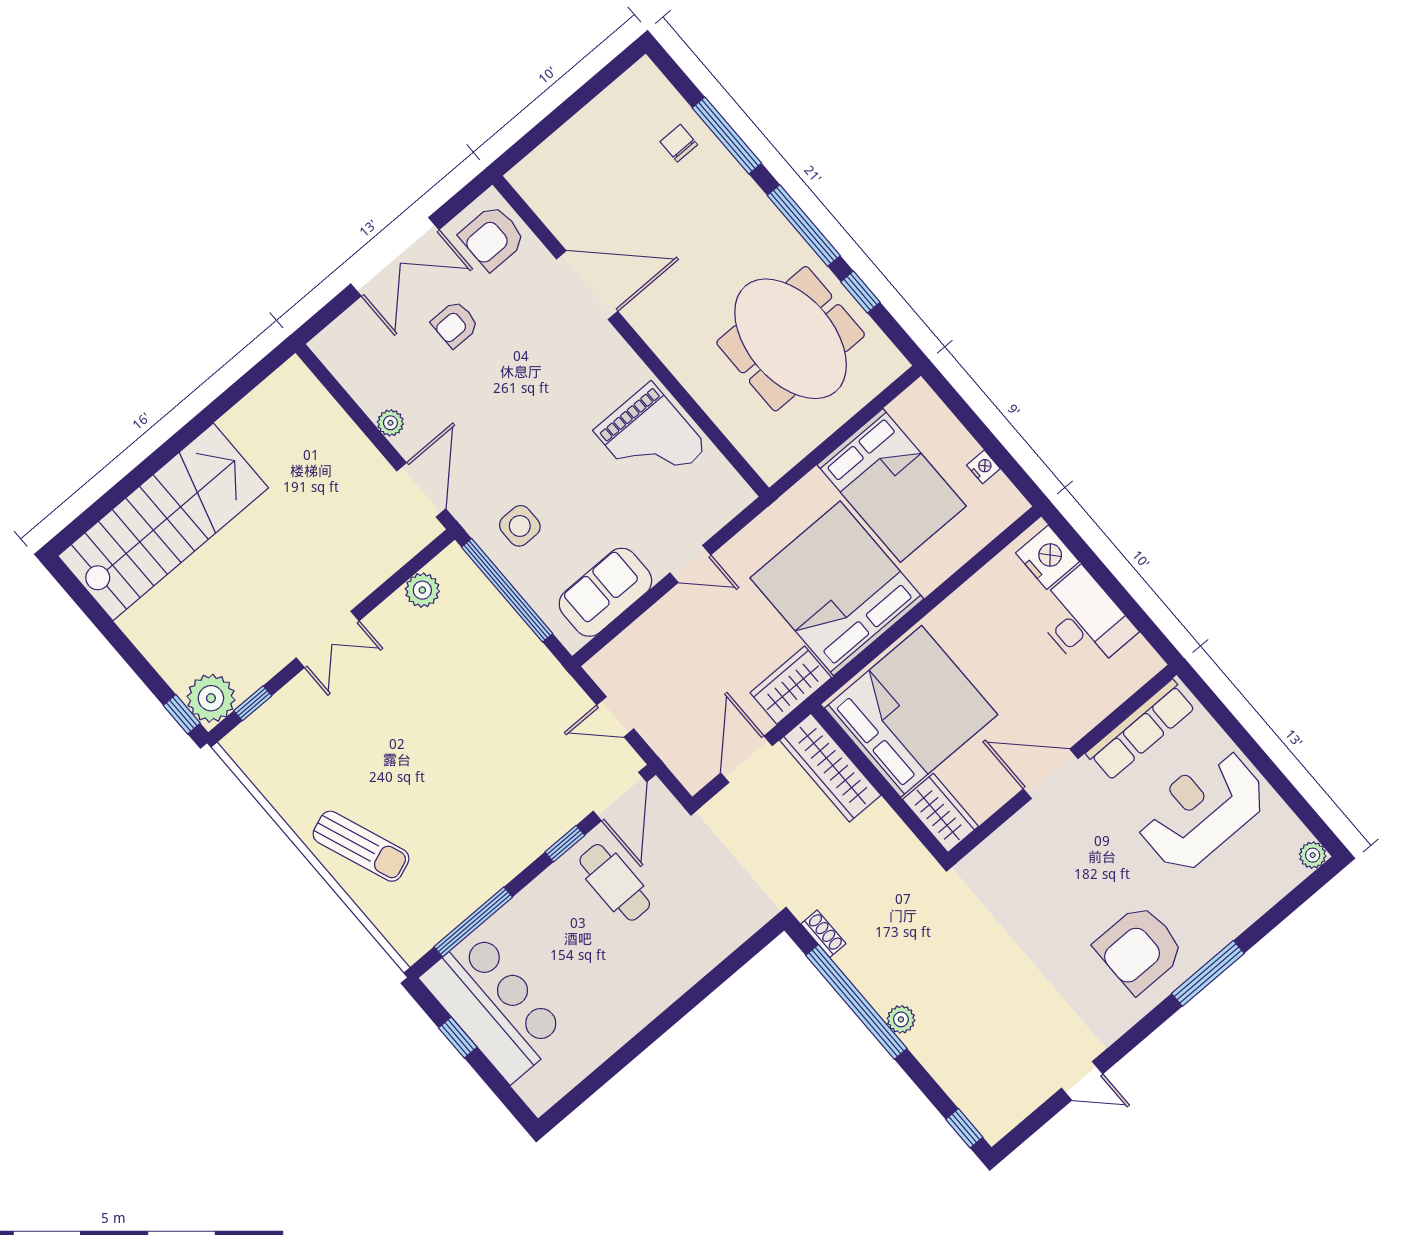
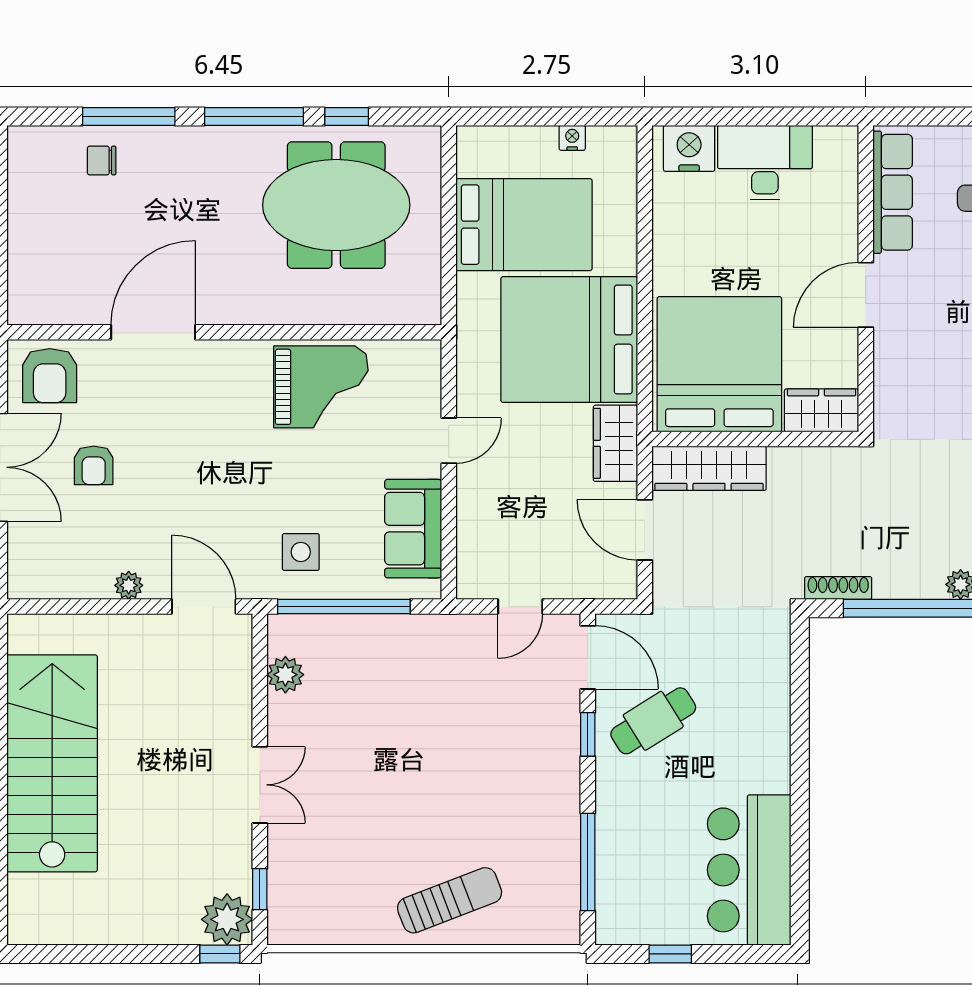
stairs: (163, 522) -> (52, 763), moved
cafe table: (615, 882) -> (653, 721), turned -32
shoe rack: (823, 934) -> (838, 588), width x1.43
bar counter: (494, 1006) -> (749, 870), moved, turned -90

